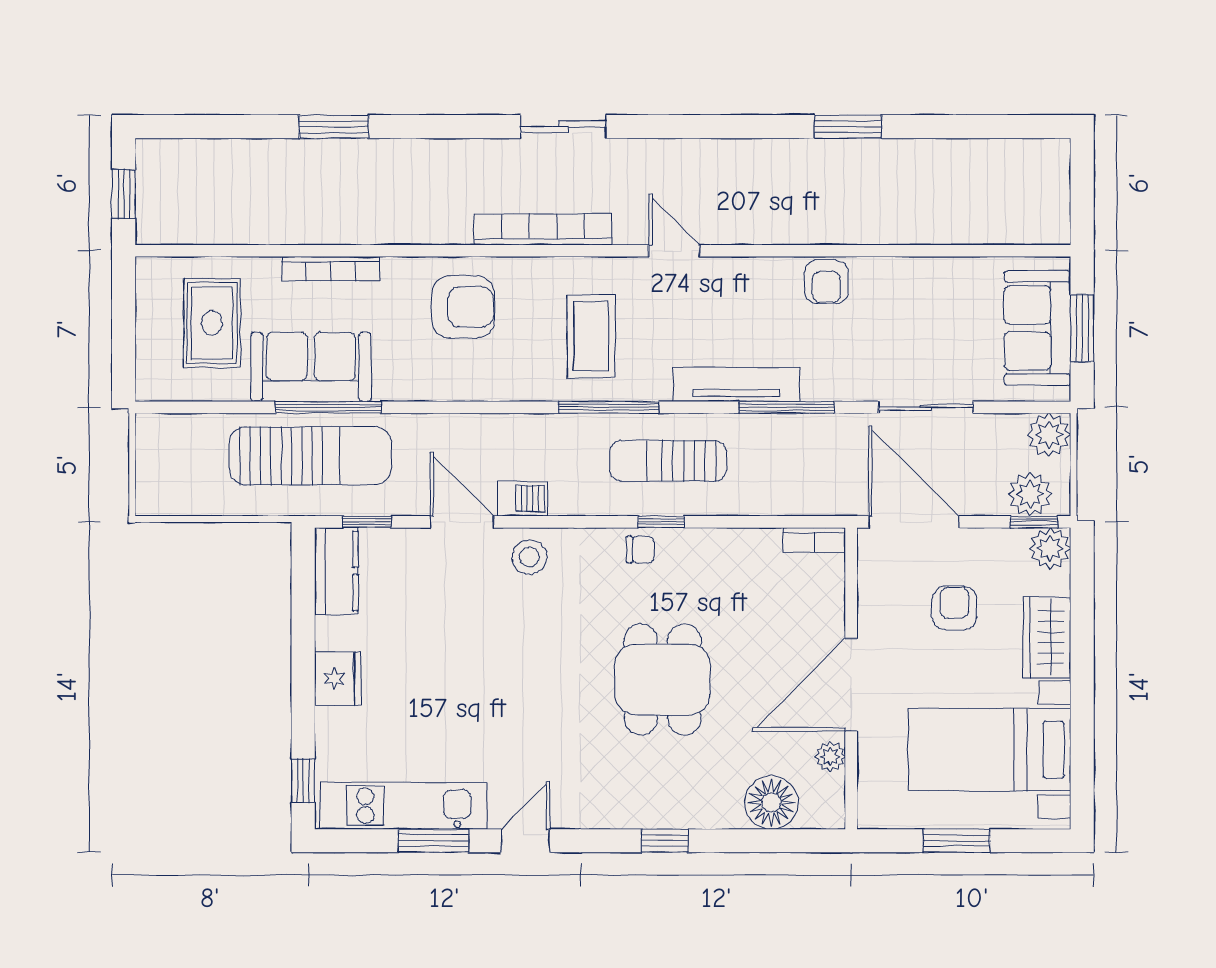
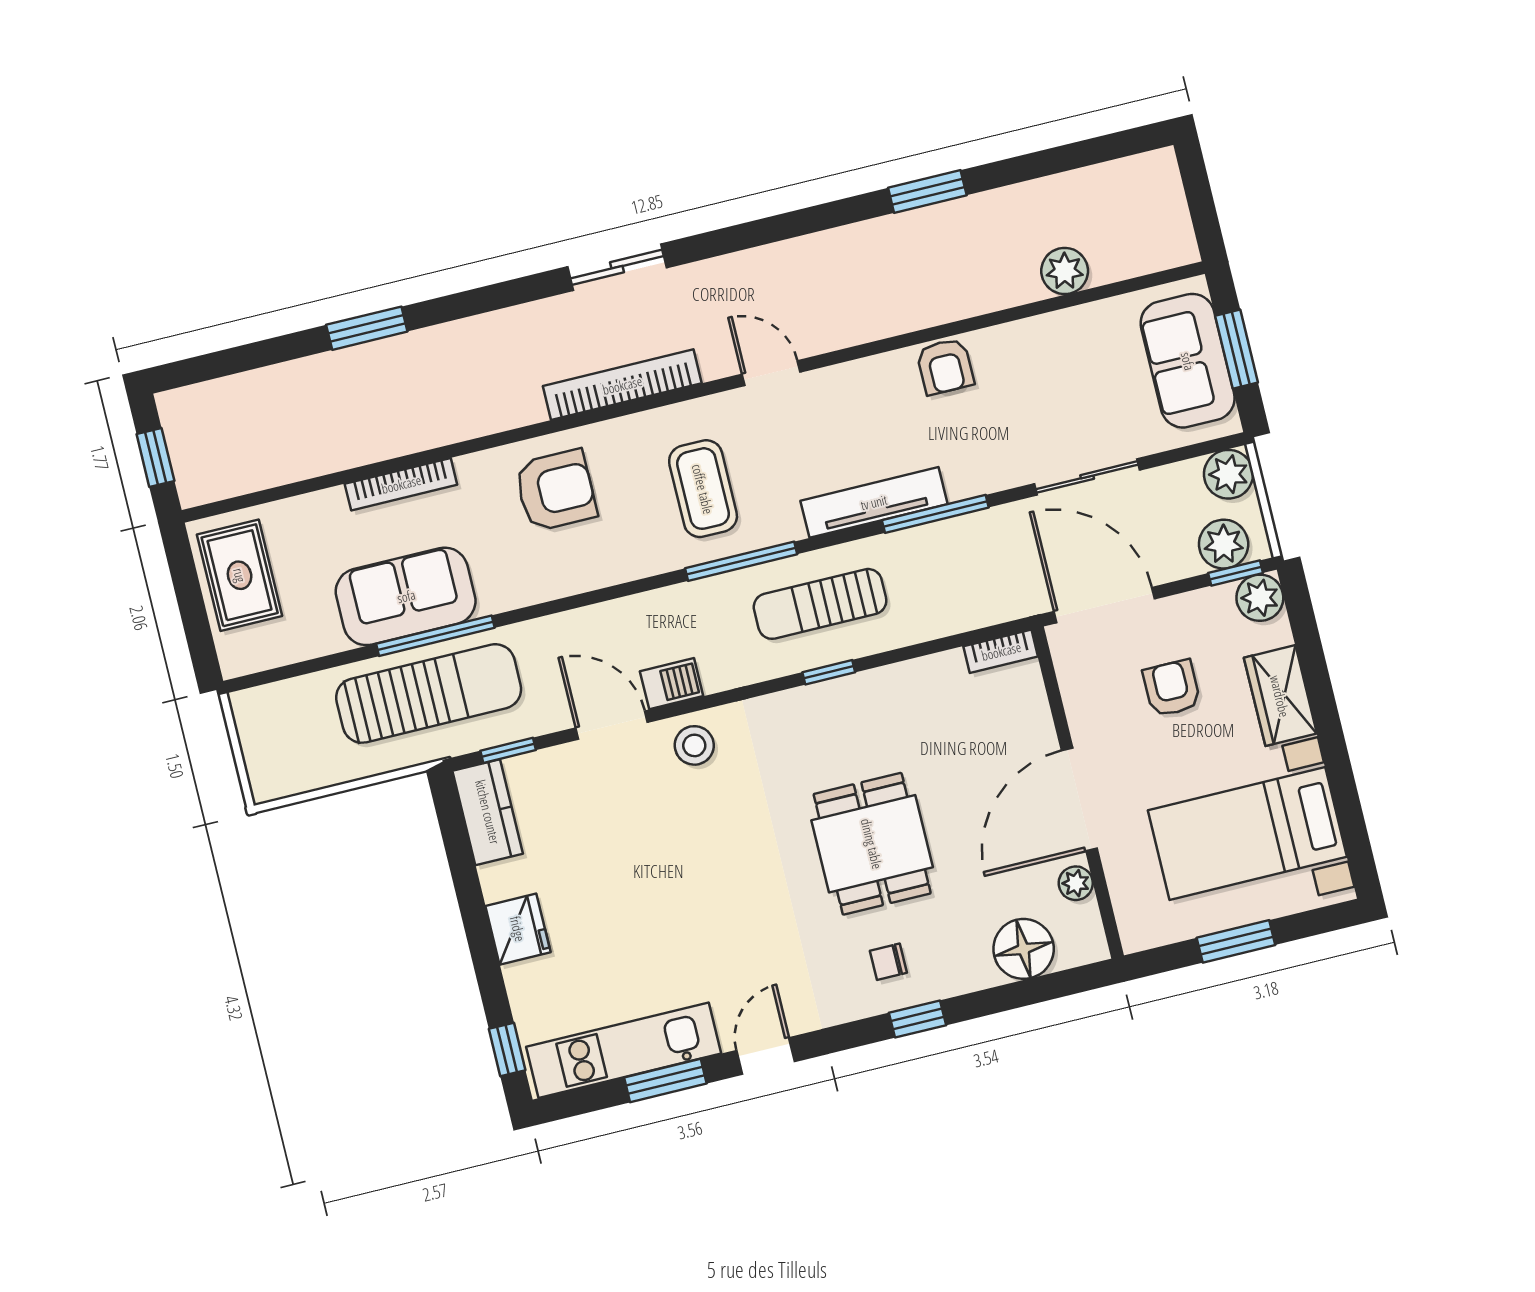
plant: (950, 224) -> (1065, 271), added
rug: (212, 323) -> (240, 575), moved
chair: (640, 550) -> (888, 962), moved, turned 180

